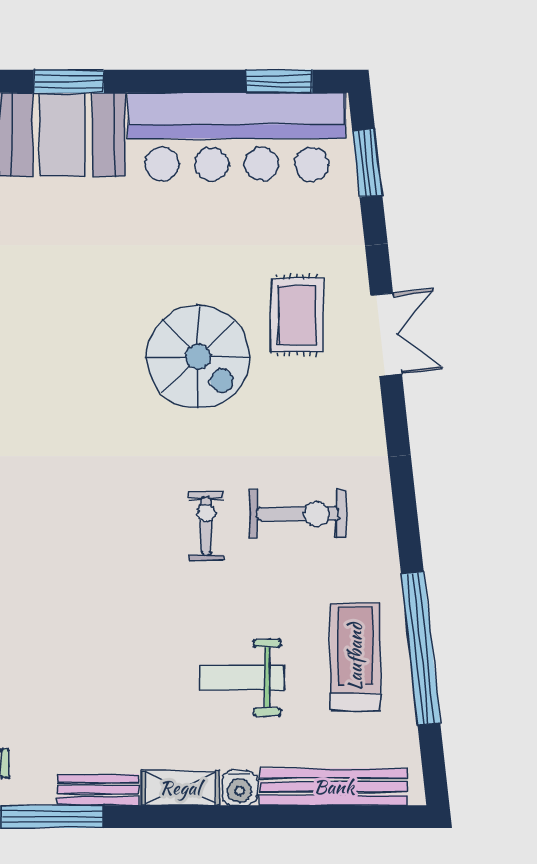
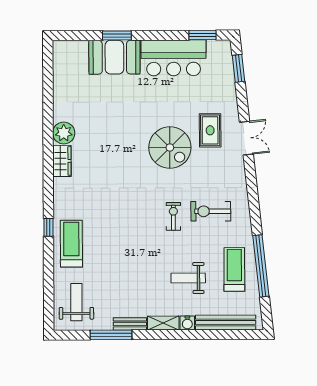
bar counter: (237, 137) -> (174, 58), width x0.73
exercise bike: (298, 514) -> (211, 211), turned 180

